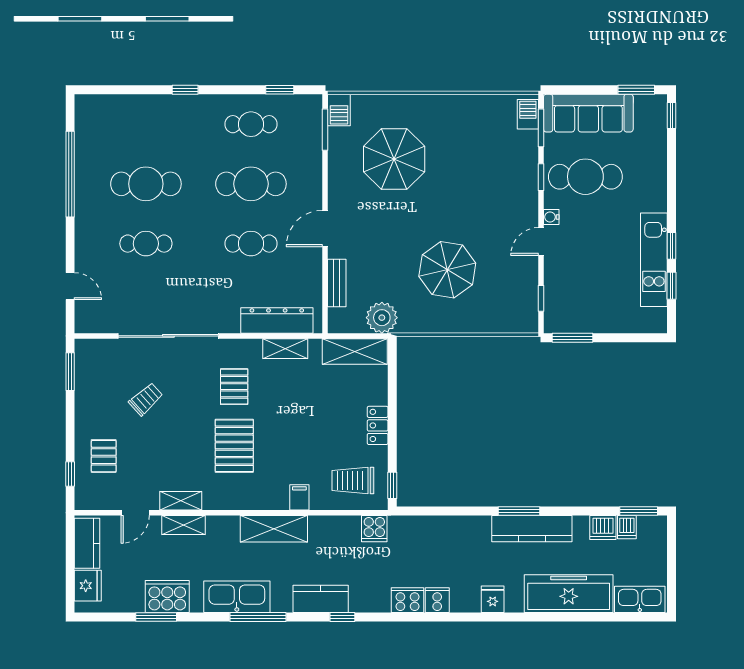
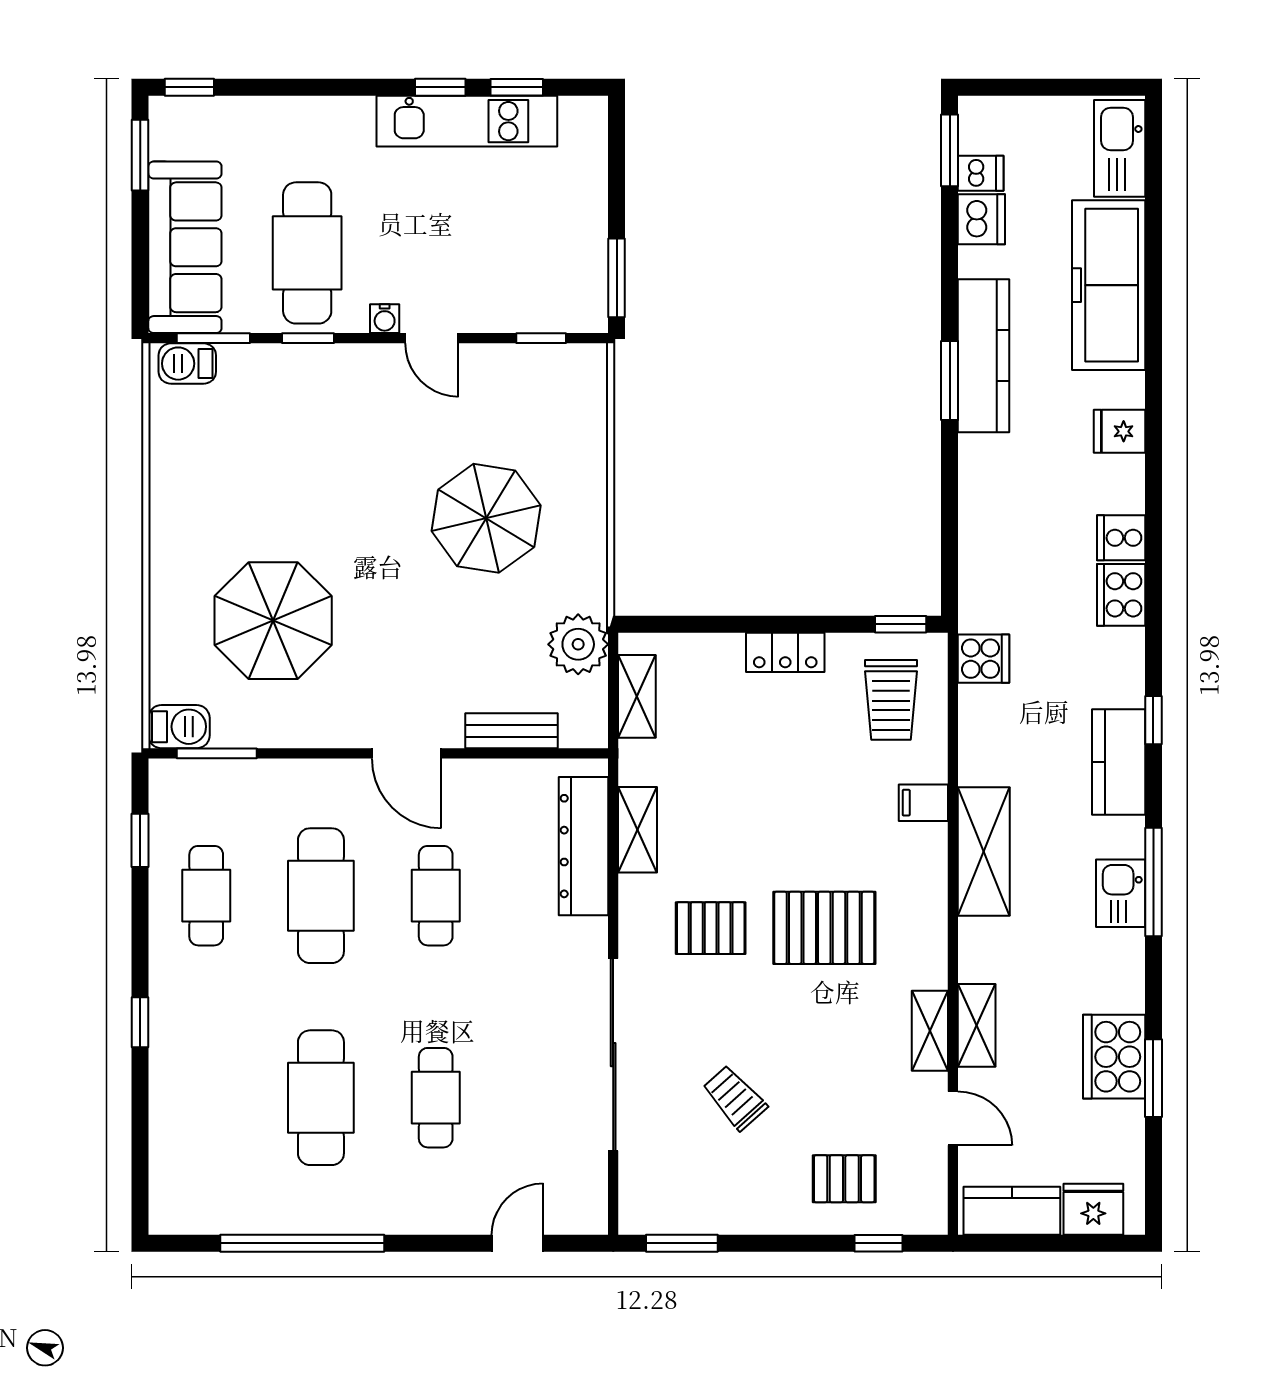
shelving: (355, 351) -> (637, 696), width x0.67, depth x0.75
kitchen sink: (237, 597) -> (1121, 893), width x0.53, depth x0.81

